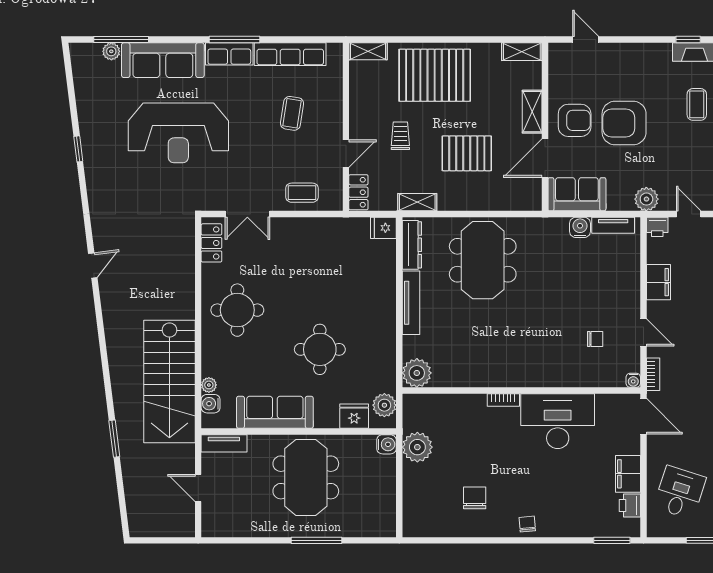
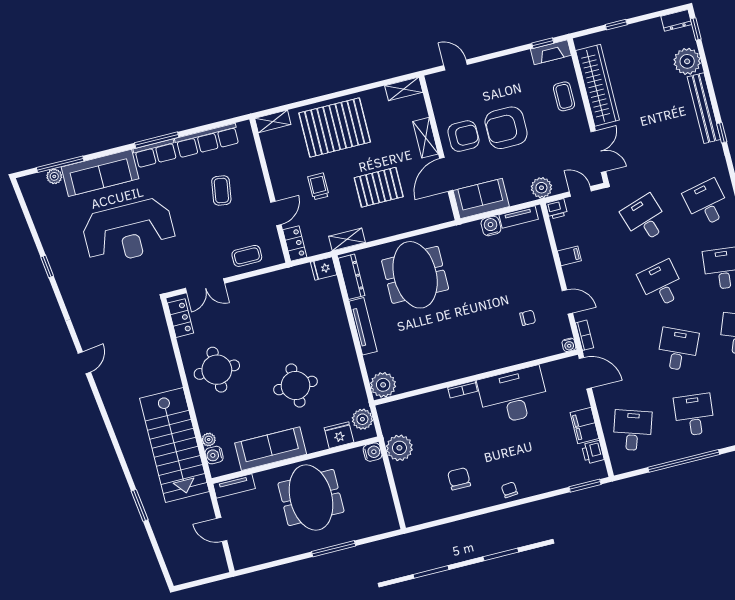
filing cabinet: (658, 282) -> (569, 256), width x0.50

